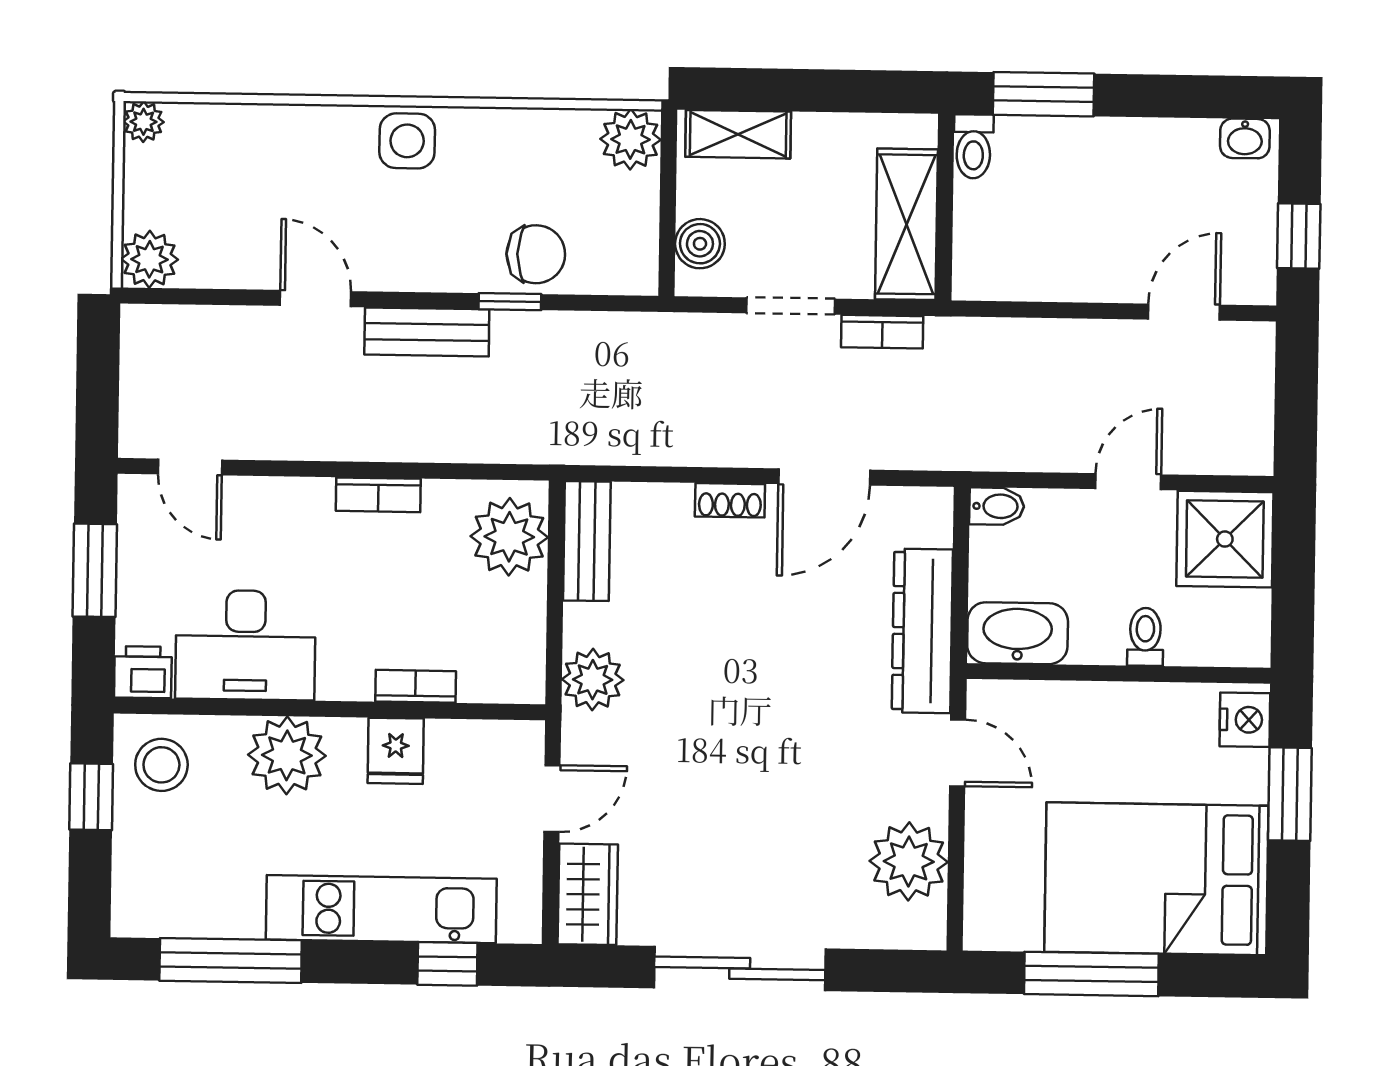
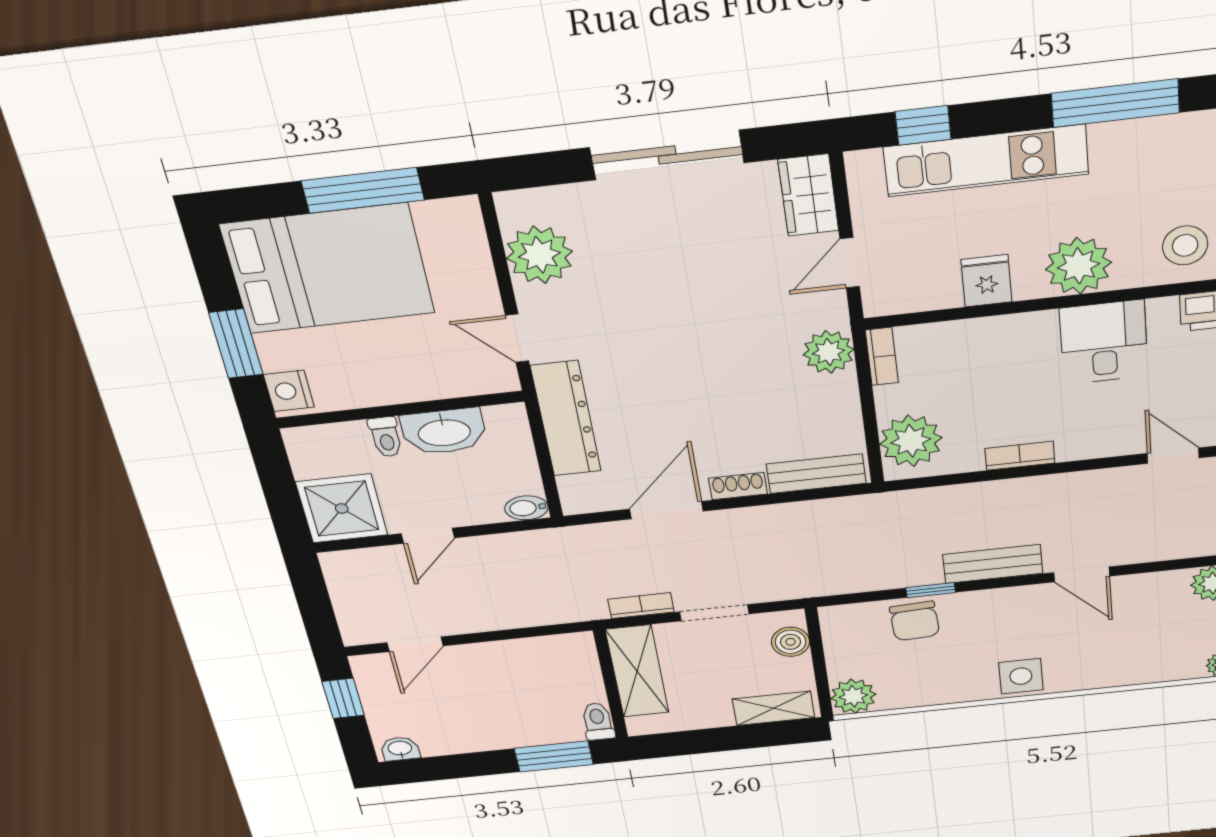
chair: (536, 254) -> (915, 621), turned -93
bench: (587, 541) -> (816, 474), moved, turned 90
washbasin: (1018, 633) -> (444, 432), moved
desk: (245, 645) -> (1104, 342), width x0.73
bookcase: (416, 686) -> (882, 356), moved, turned -90

